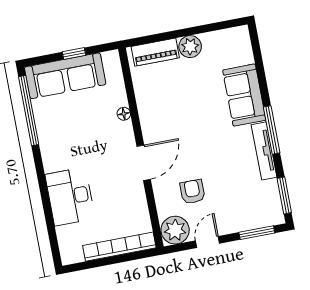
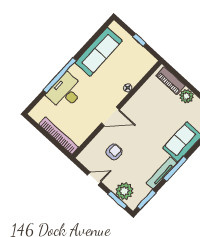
sofa: (65, 76) -> (99, 52), moved, turned -90
window: (29, 111) -> (60, 75), moved
plant: (175, 230) -> (124, 191), moved

